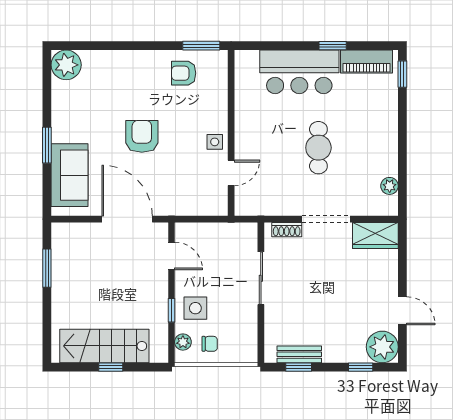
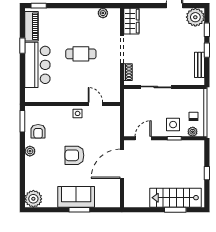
plant: (149, 59) -> (30, 151), added
sofa: (70, 175) -> (76, 197), moved
window: (47, 268) -> (175, 210), moved
stairs: (104, 346) -> (176, 198), moved, turned 90
window: (299, 367) -> (207, 50), moved

